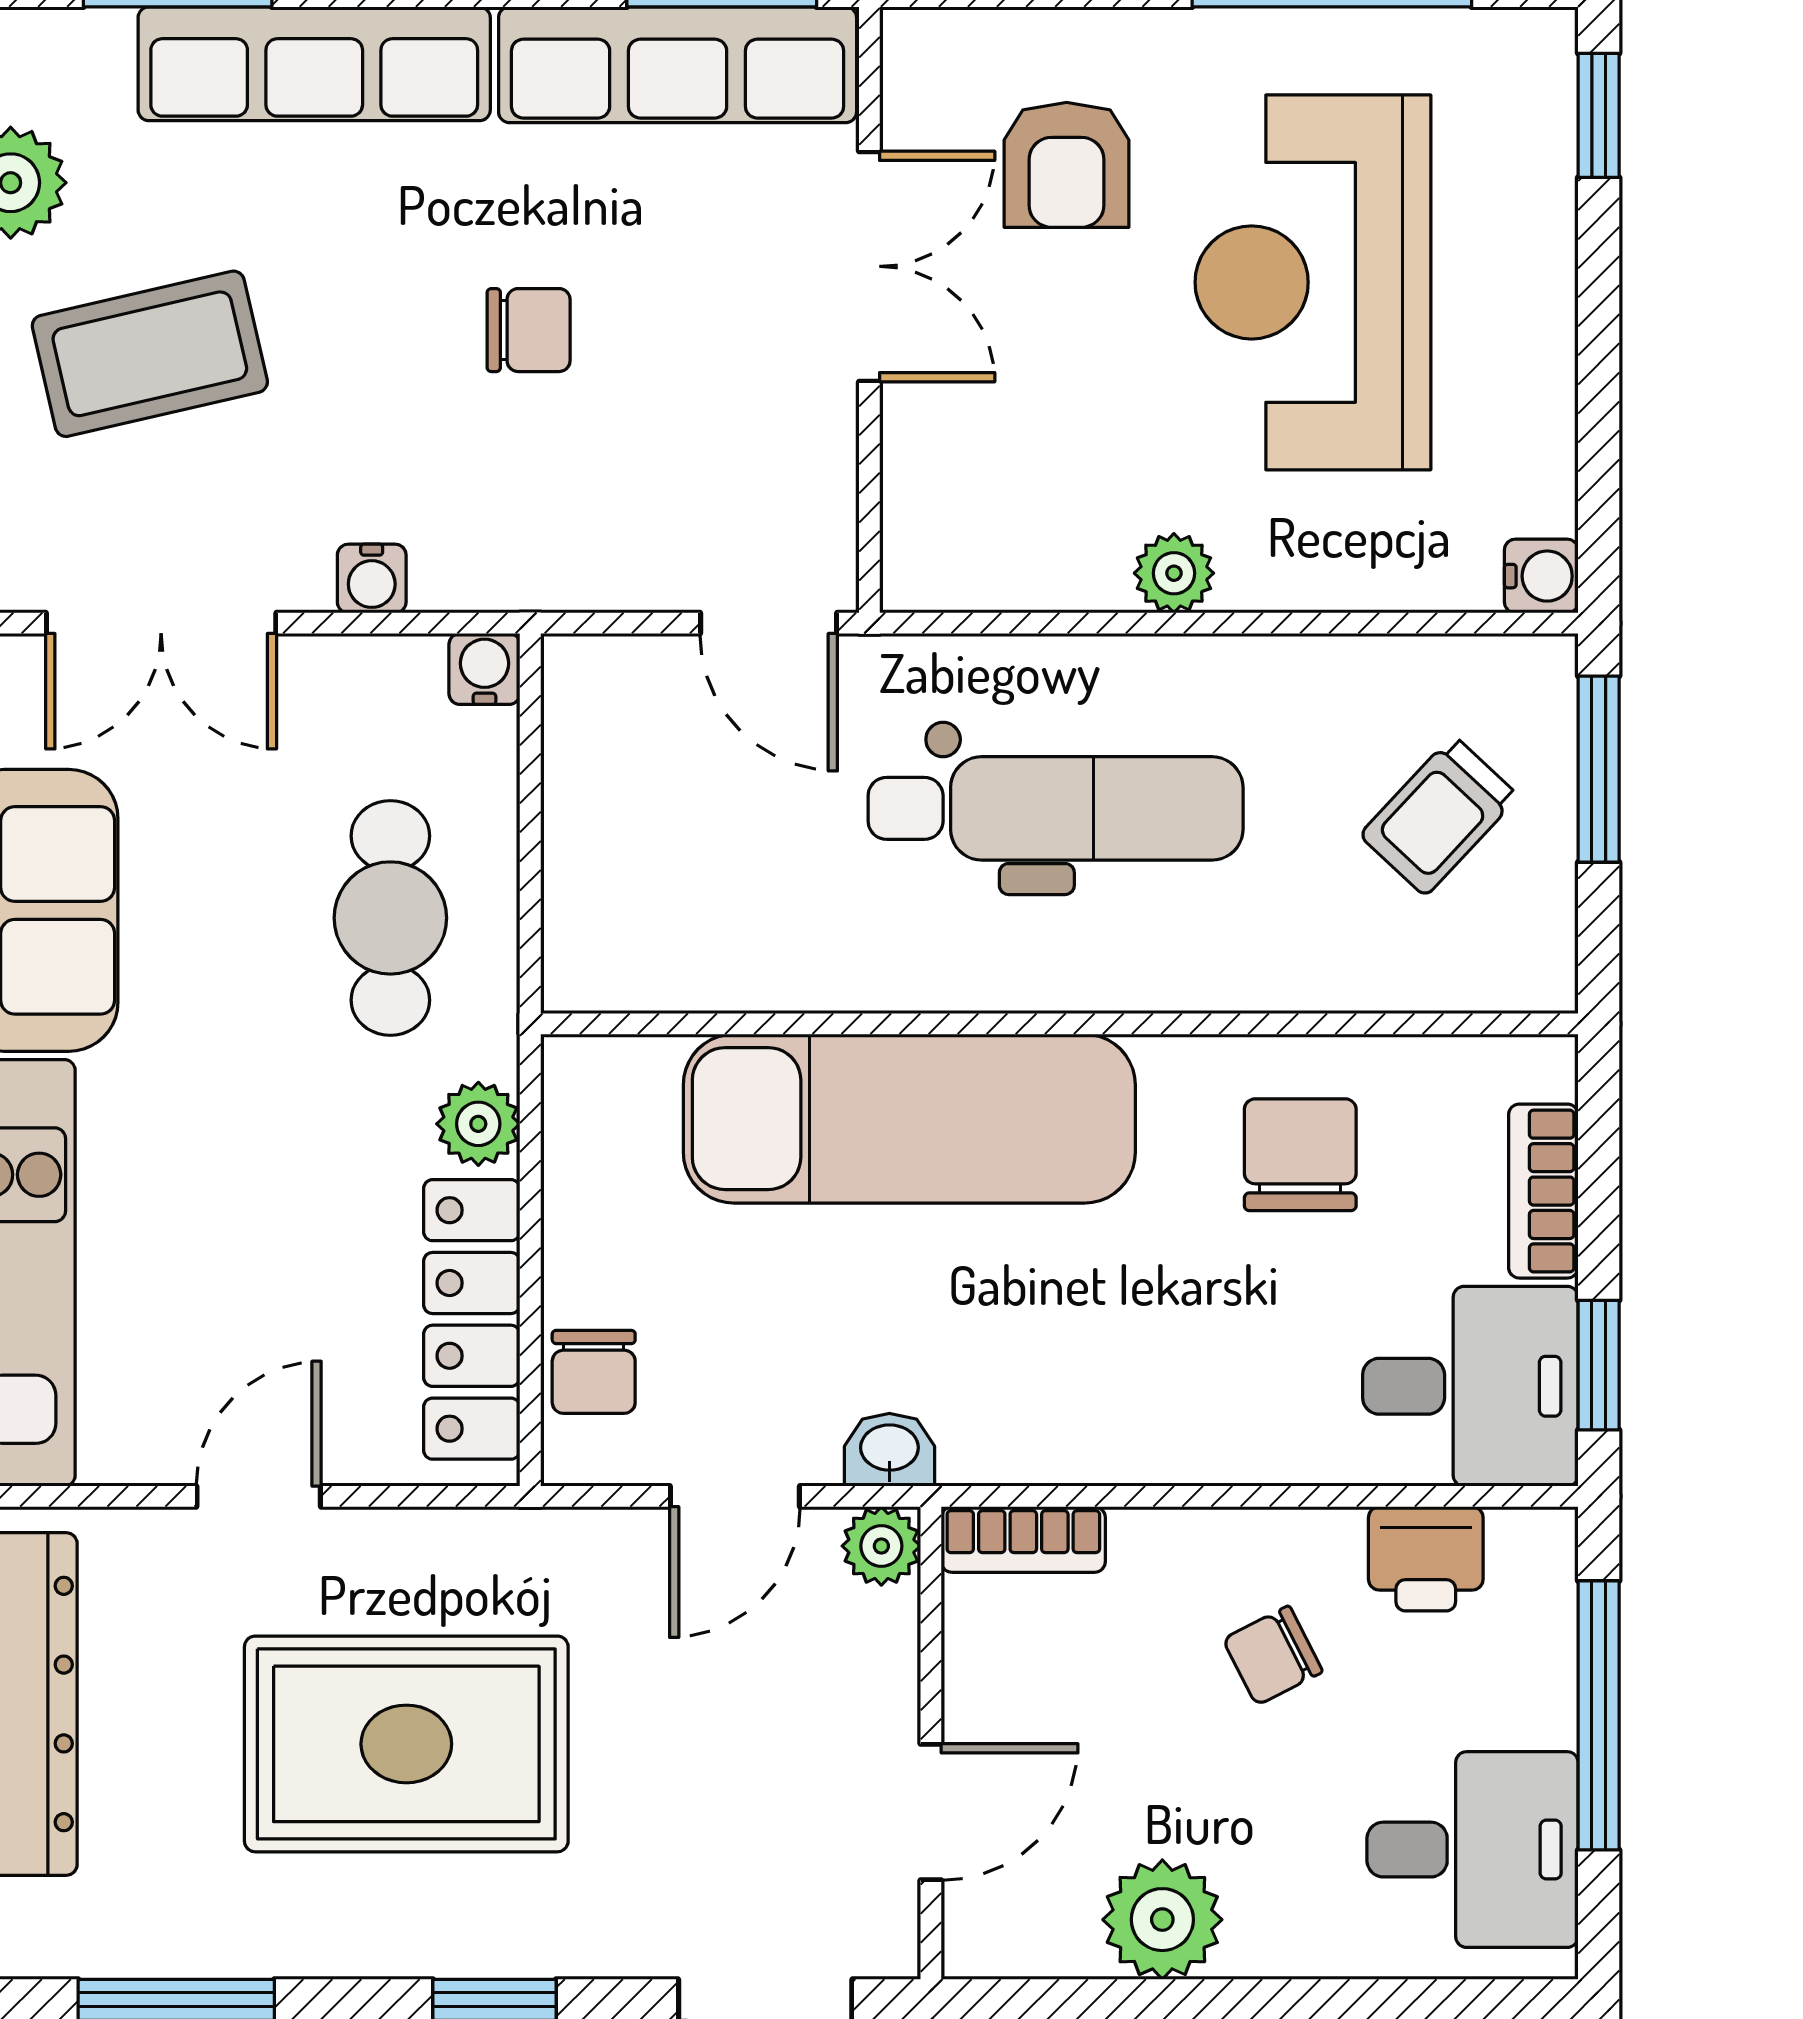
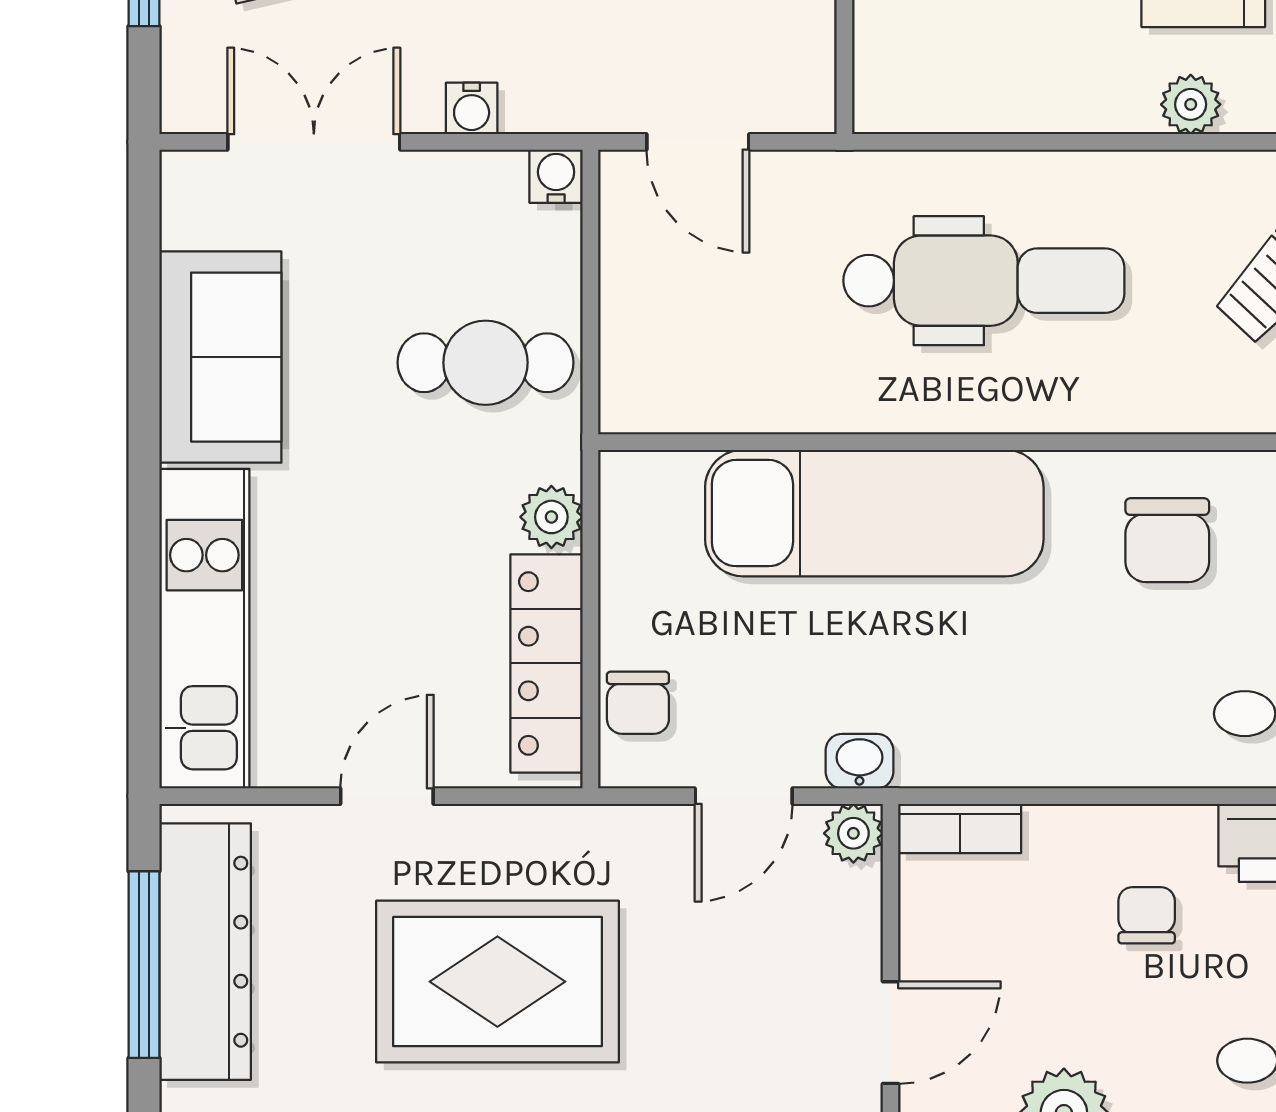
plant: (1174, 573) -> (1191, 104), moved
double door: (161, 623) -> (314, 142), swing flipped
door: (769, 623) -> (698, 142), moved
cafe table: (390, 918) -> (486, 363), turned 90
chair: (1300, 1155) -> (1167, 540), turned 180
chair: (1273, 1655) -> (1147, 915), turned 117

